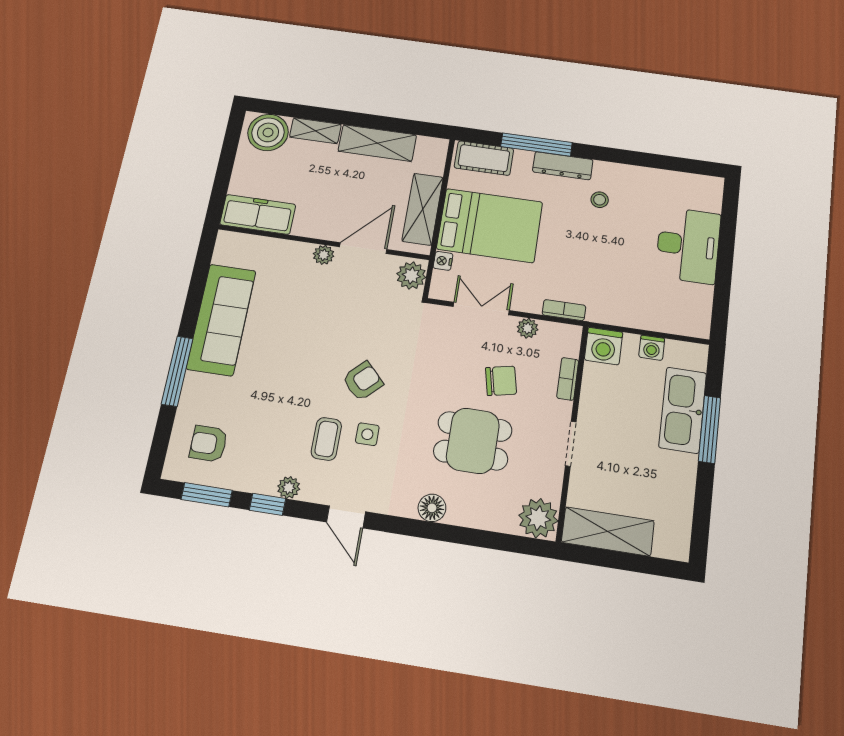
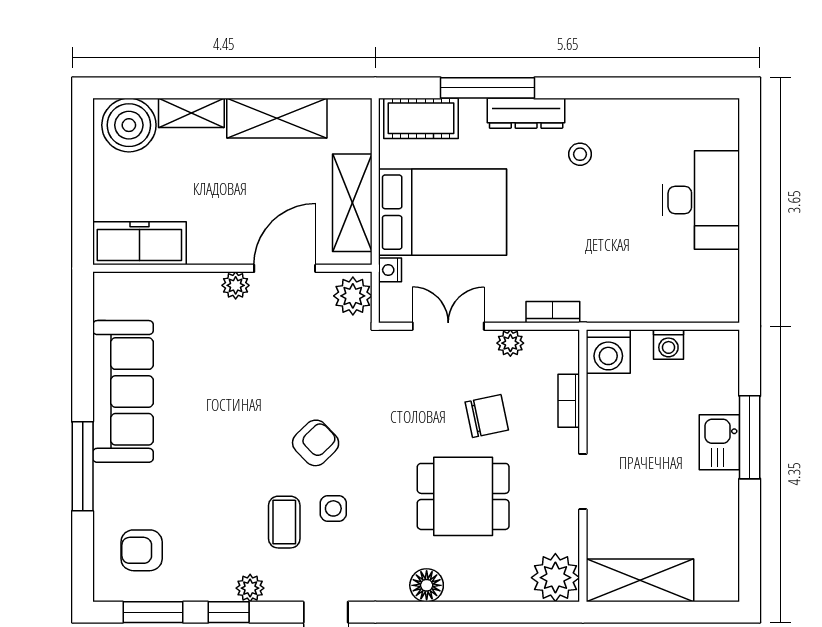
kitchen sink: (683, 410) -> (719, 442), width x0.53, depth x0.81

